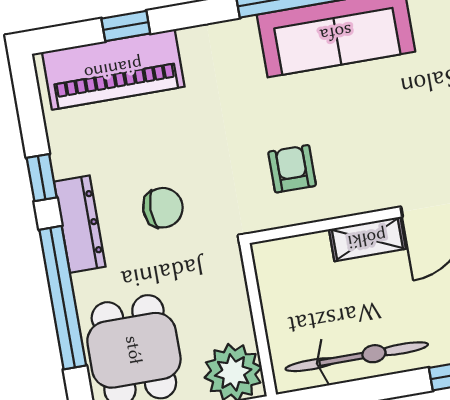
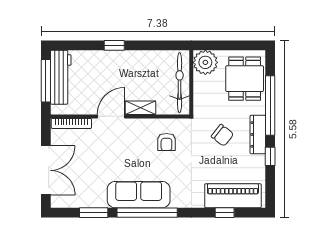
chair: (163, 208) -> (222, 135), turned -142
bicycle: (357, 357) -> (180, 83), moved, turned 90

